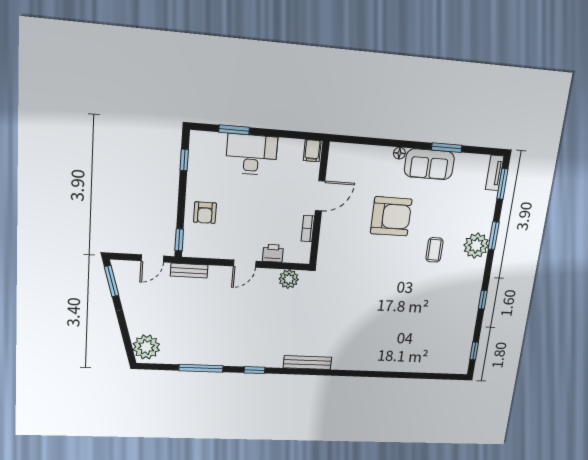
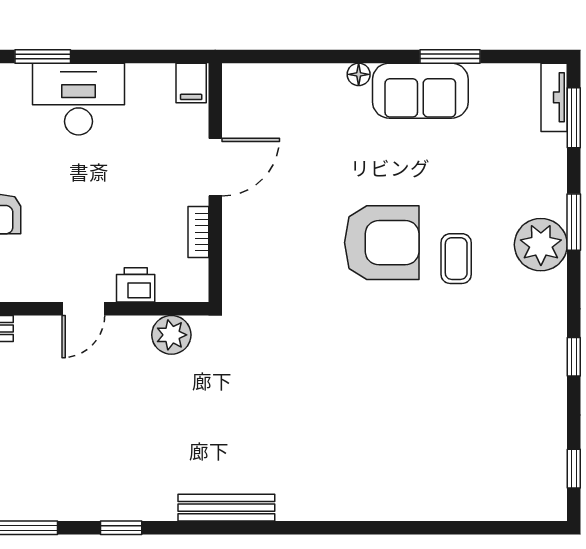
armchair: (391, 216) -> (382, 243), moved

